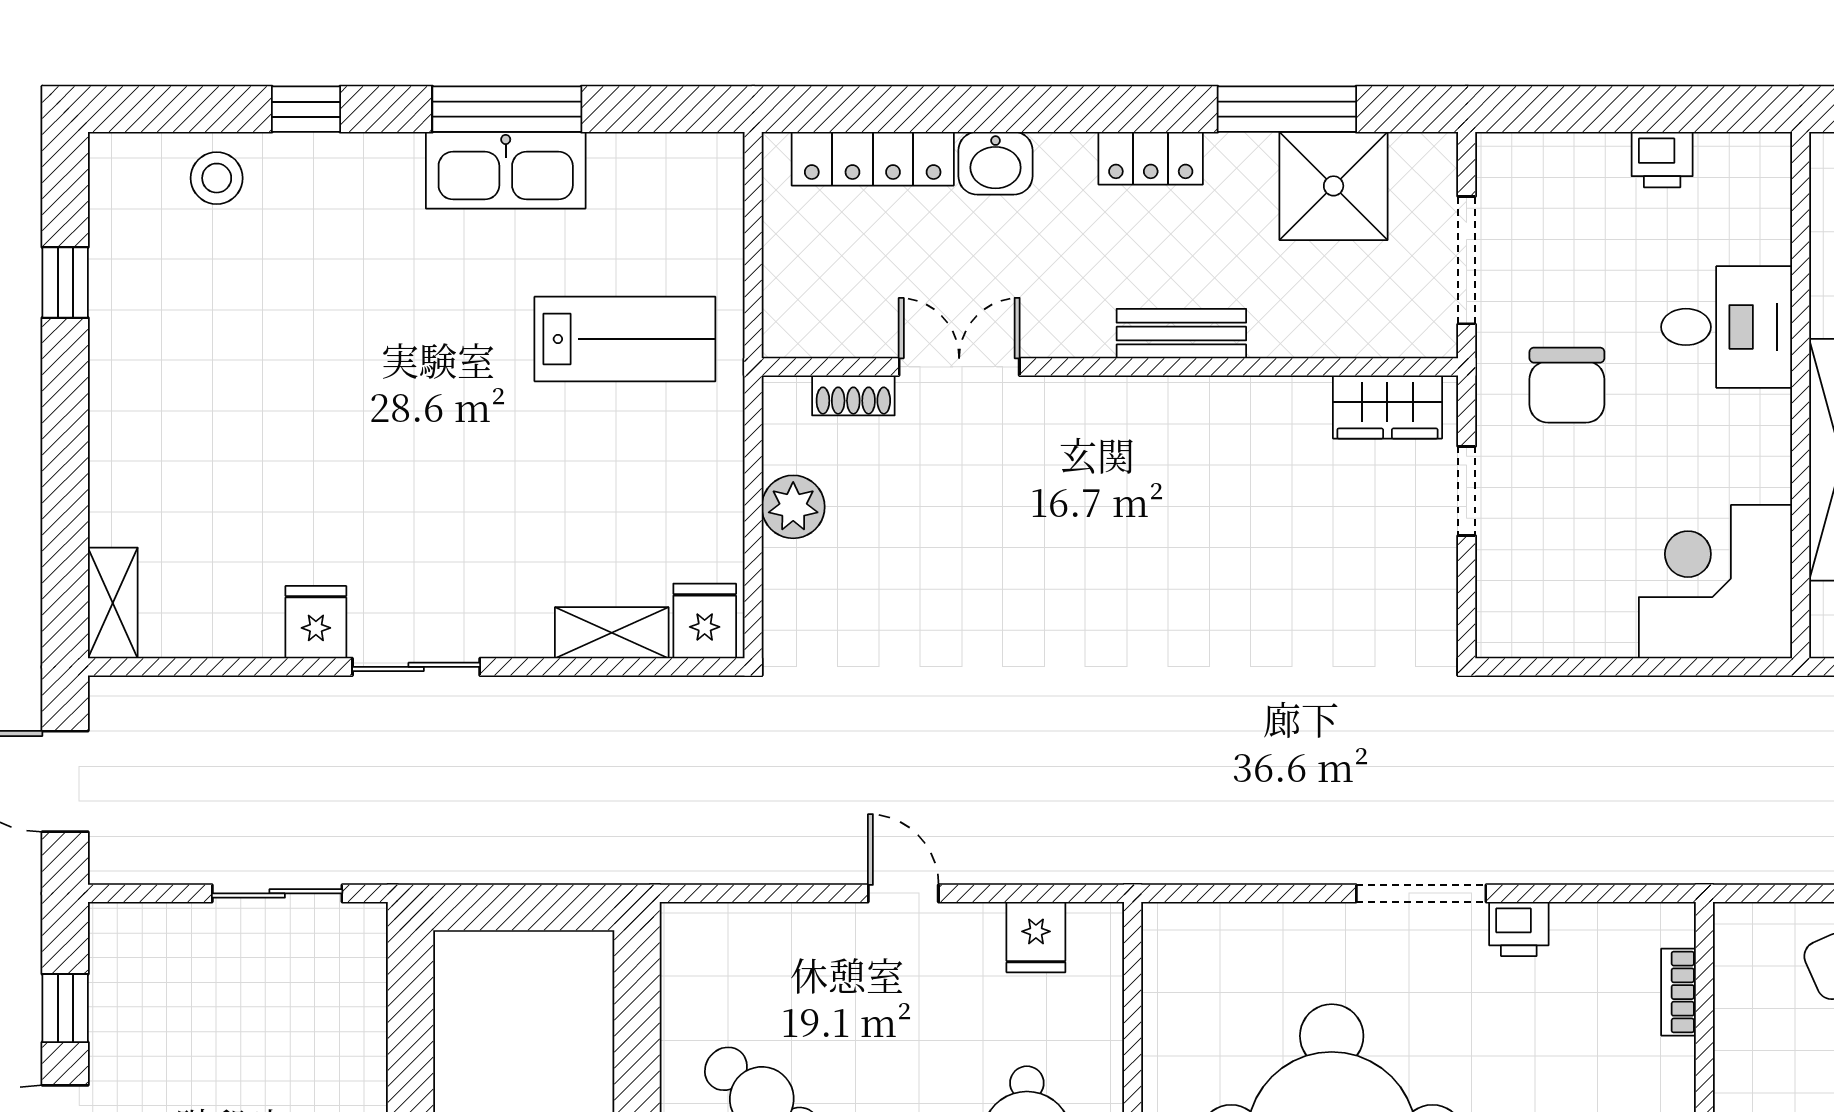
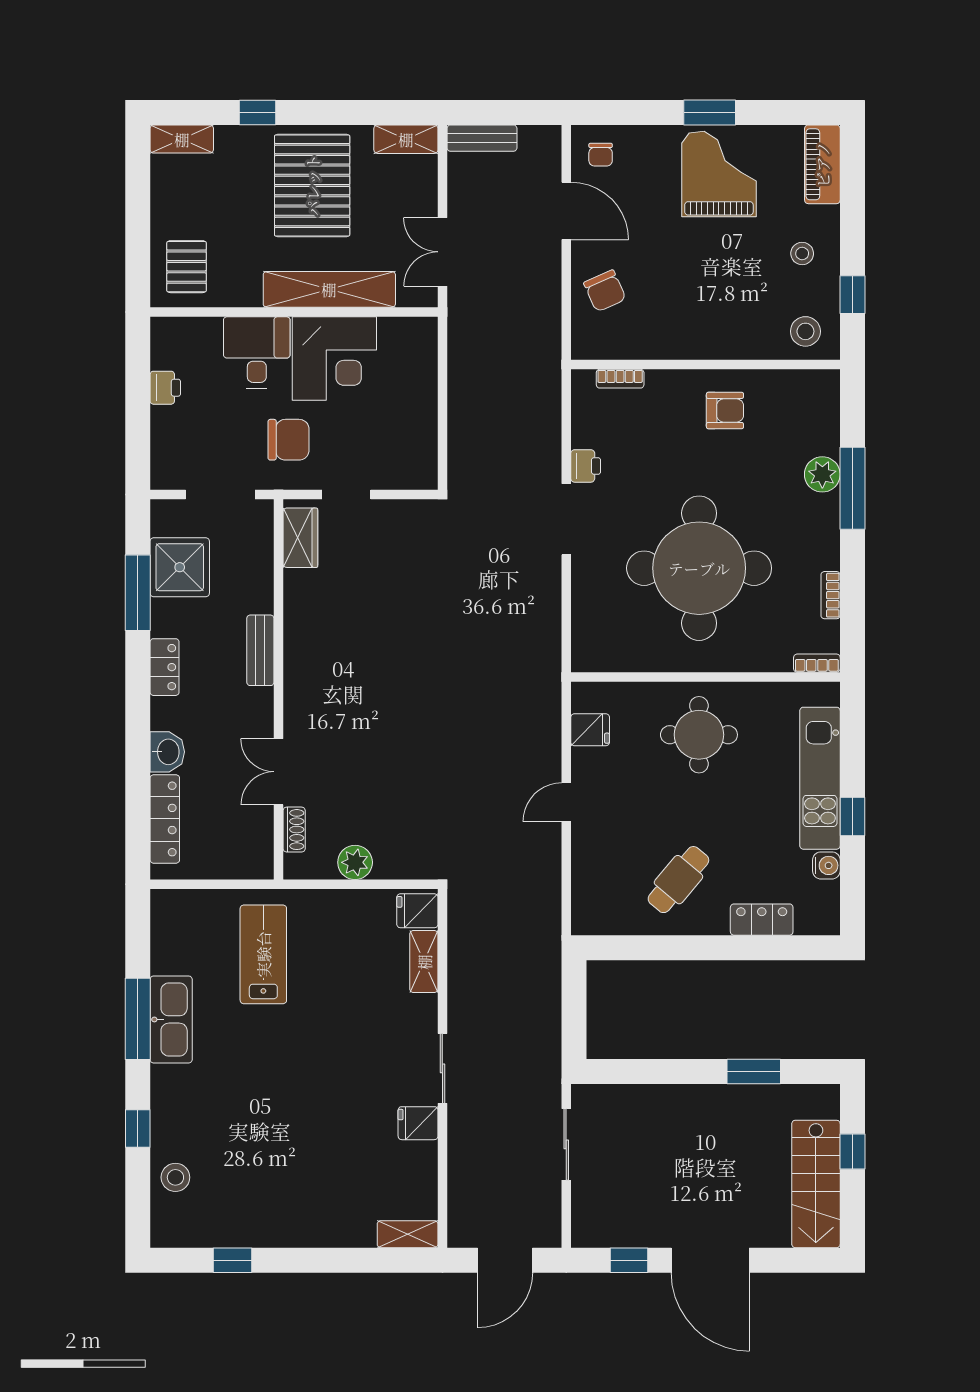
corner desk: (1716, 582) -> (334, 359), moved, turned -90

